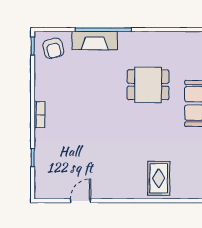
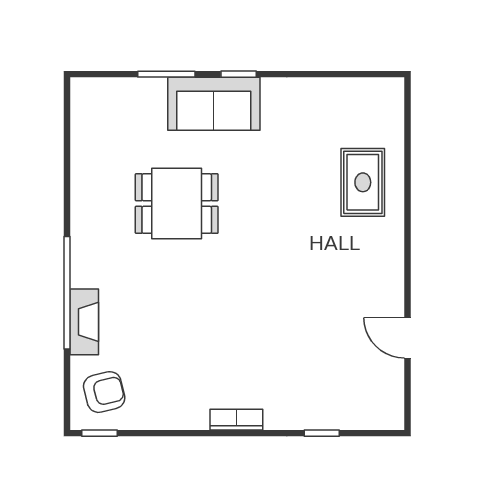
fireplace: (95, 41) -> (84, 322), width x0.73, depth x0.76
dining table: (148, 85) -> (177, 204), turned 90
rug: (159, 178) -> (363, 182), turned 90

